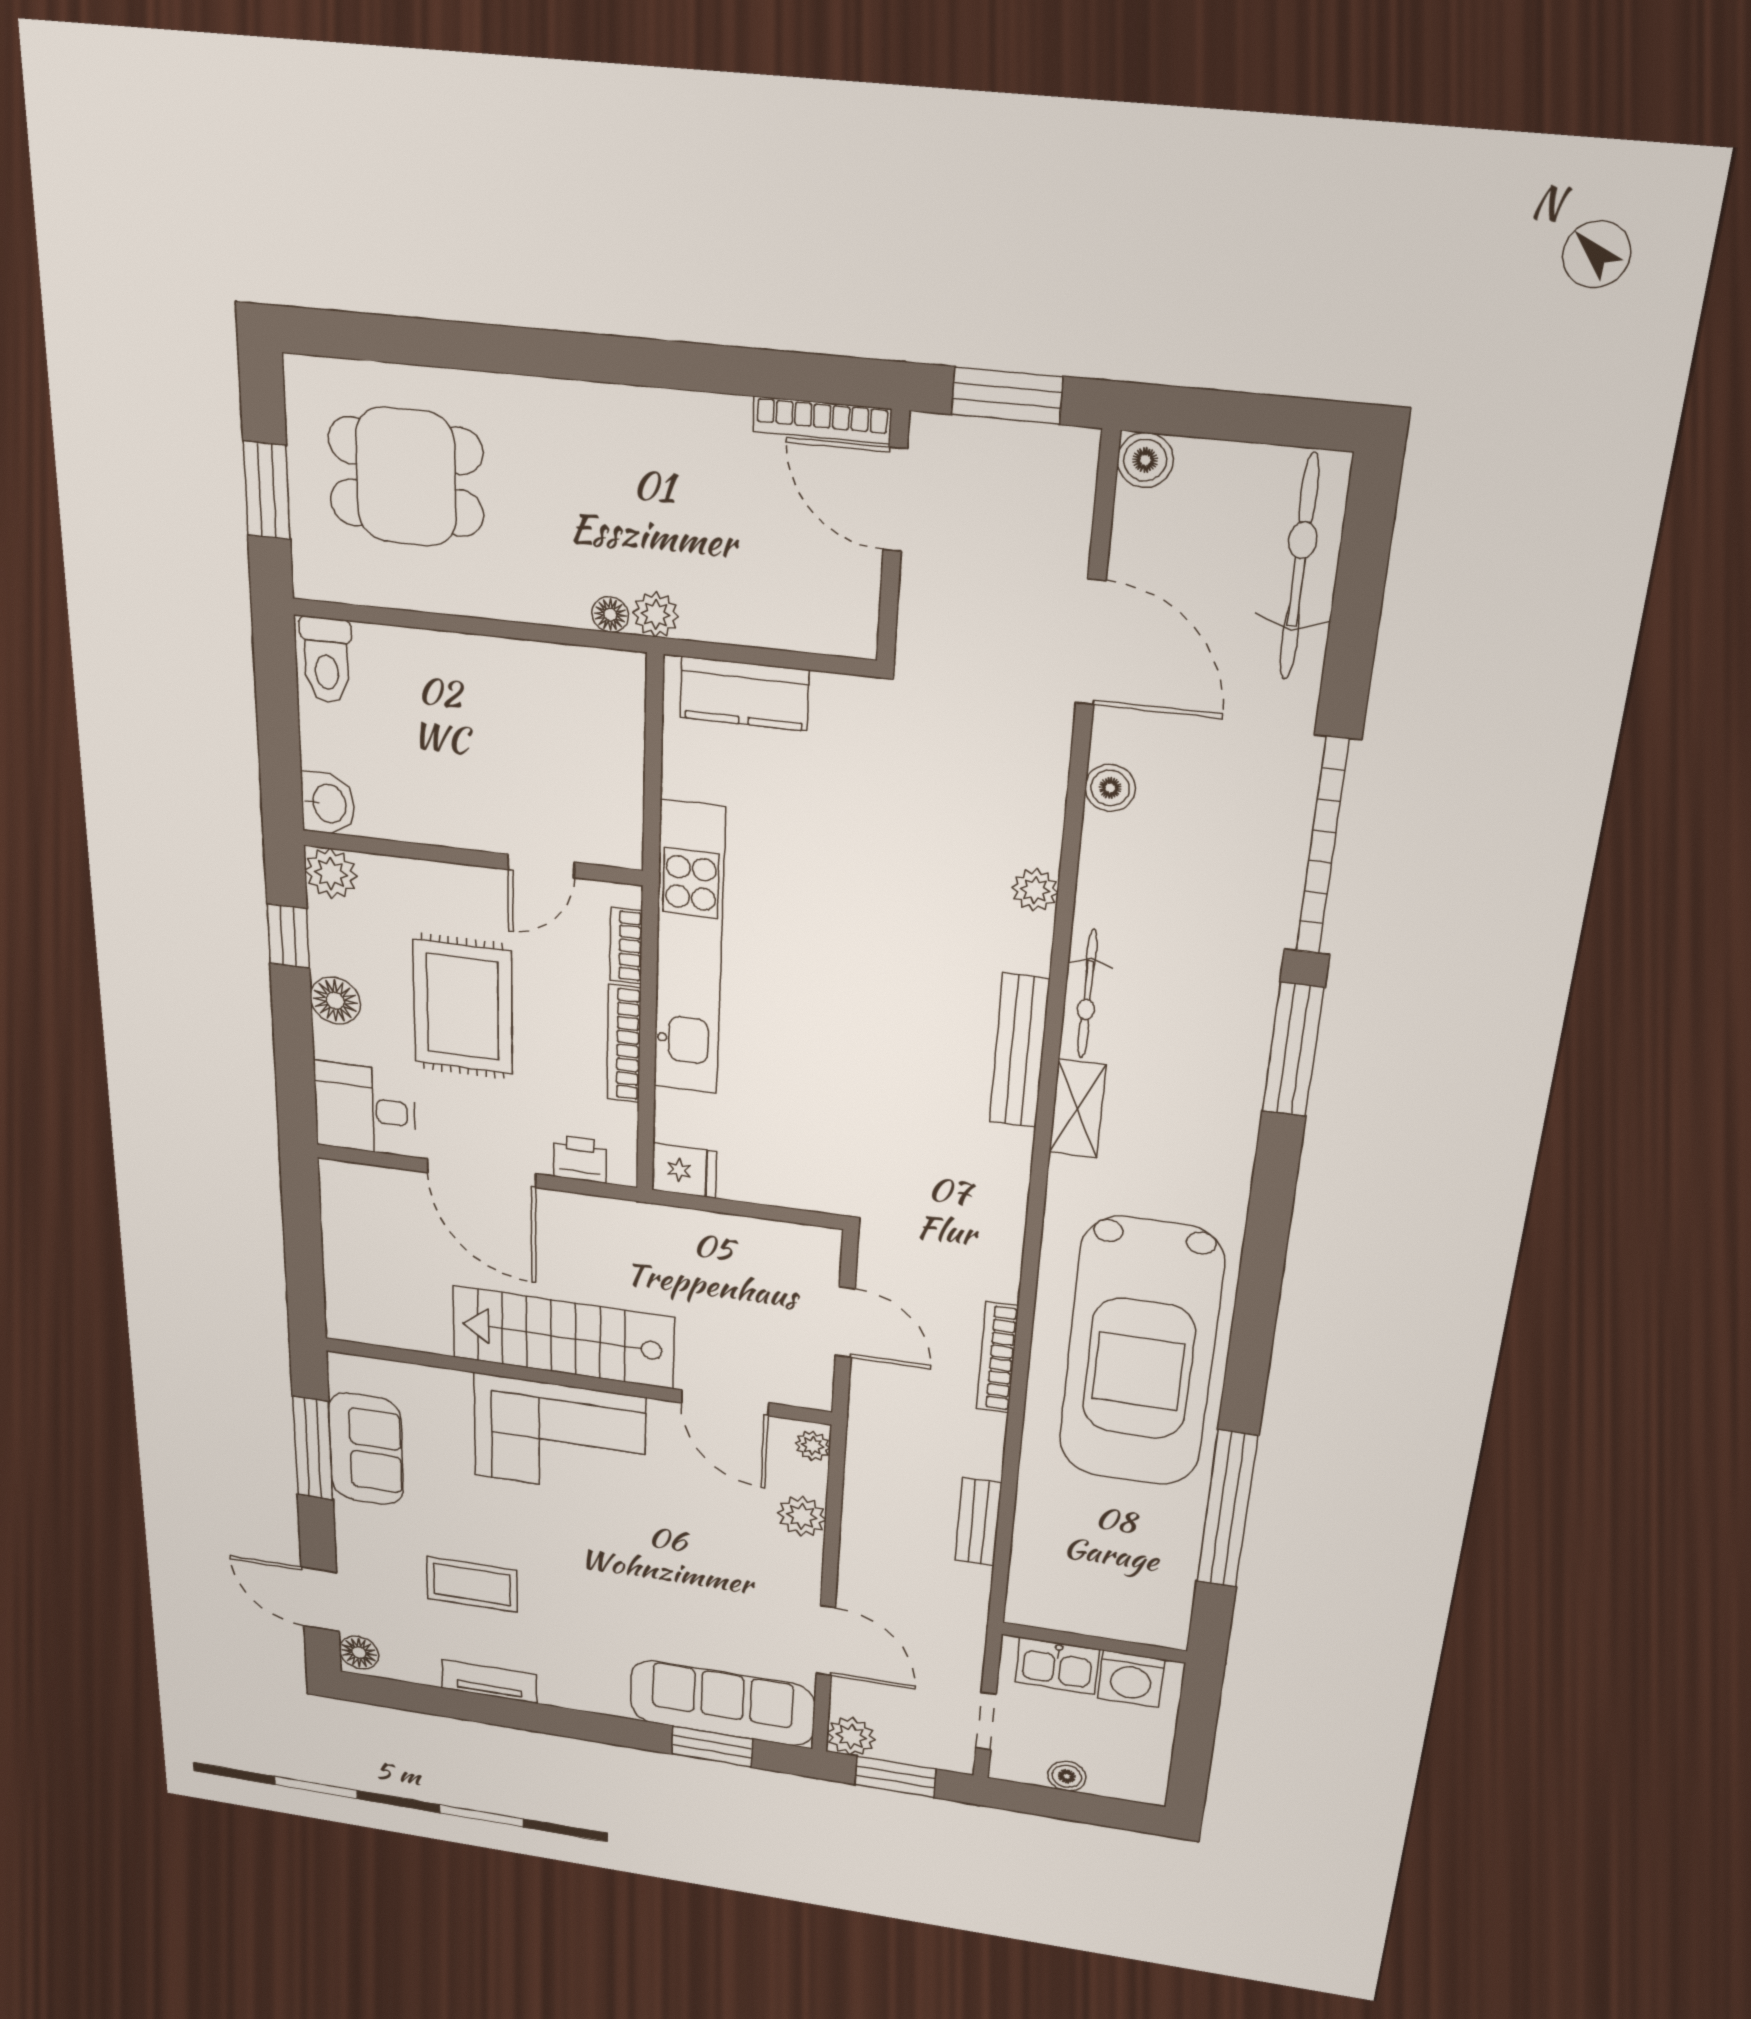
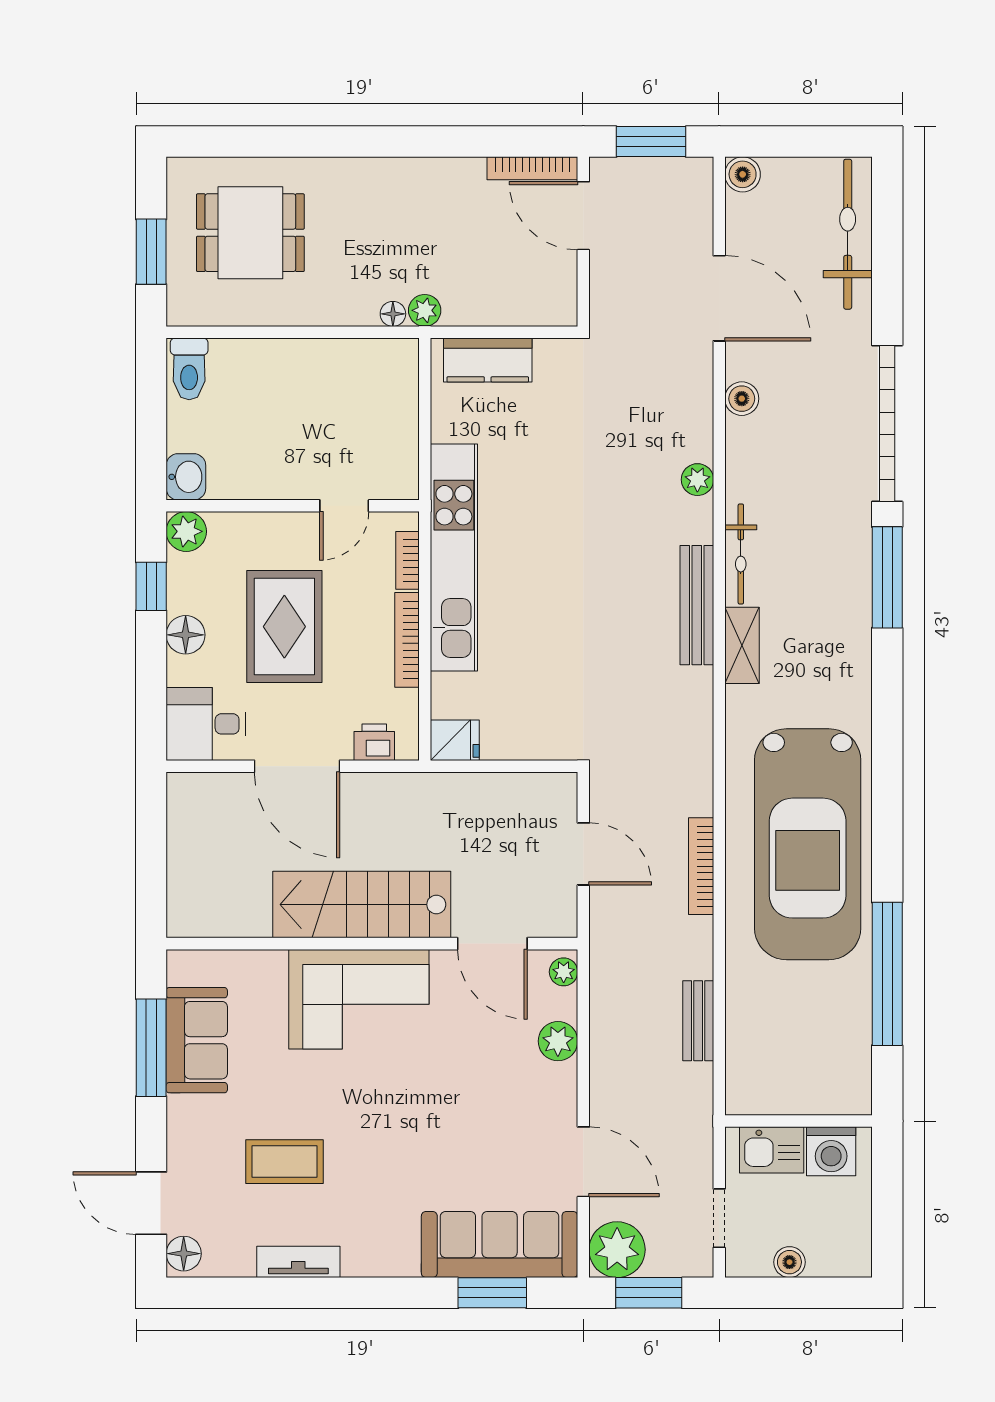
plant: (851, 1736) -> (617, 1250), width x1.36, depth x1.36

